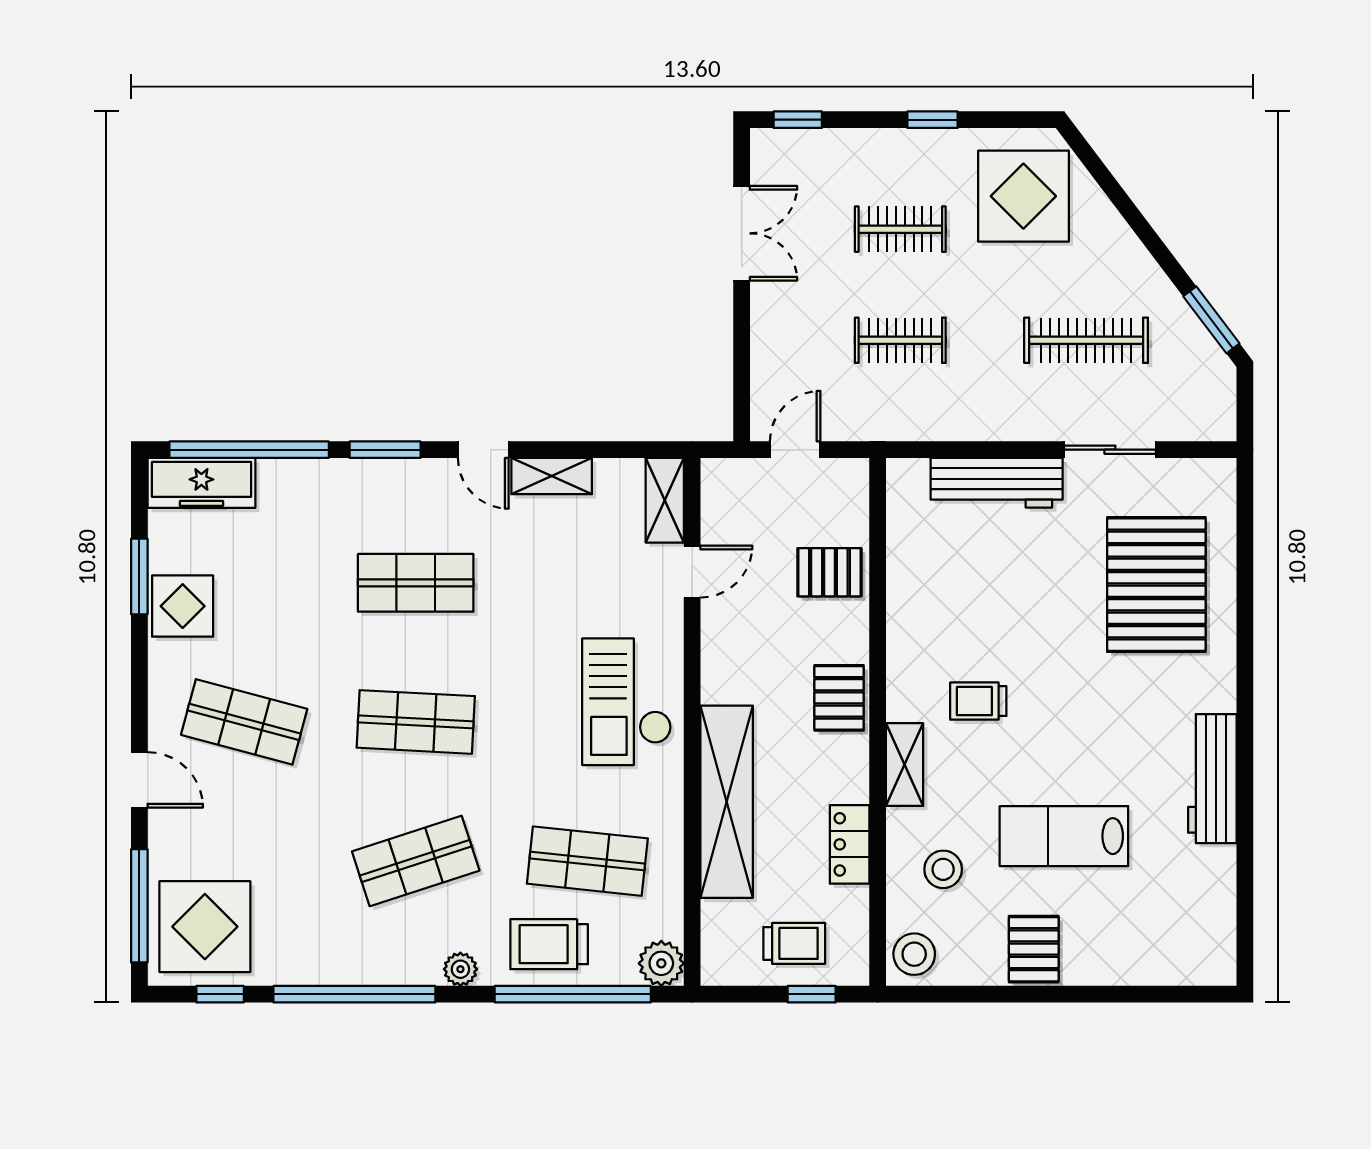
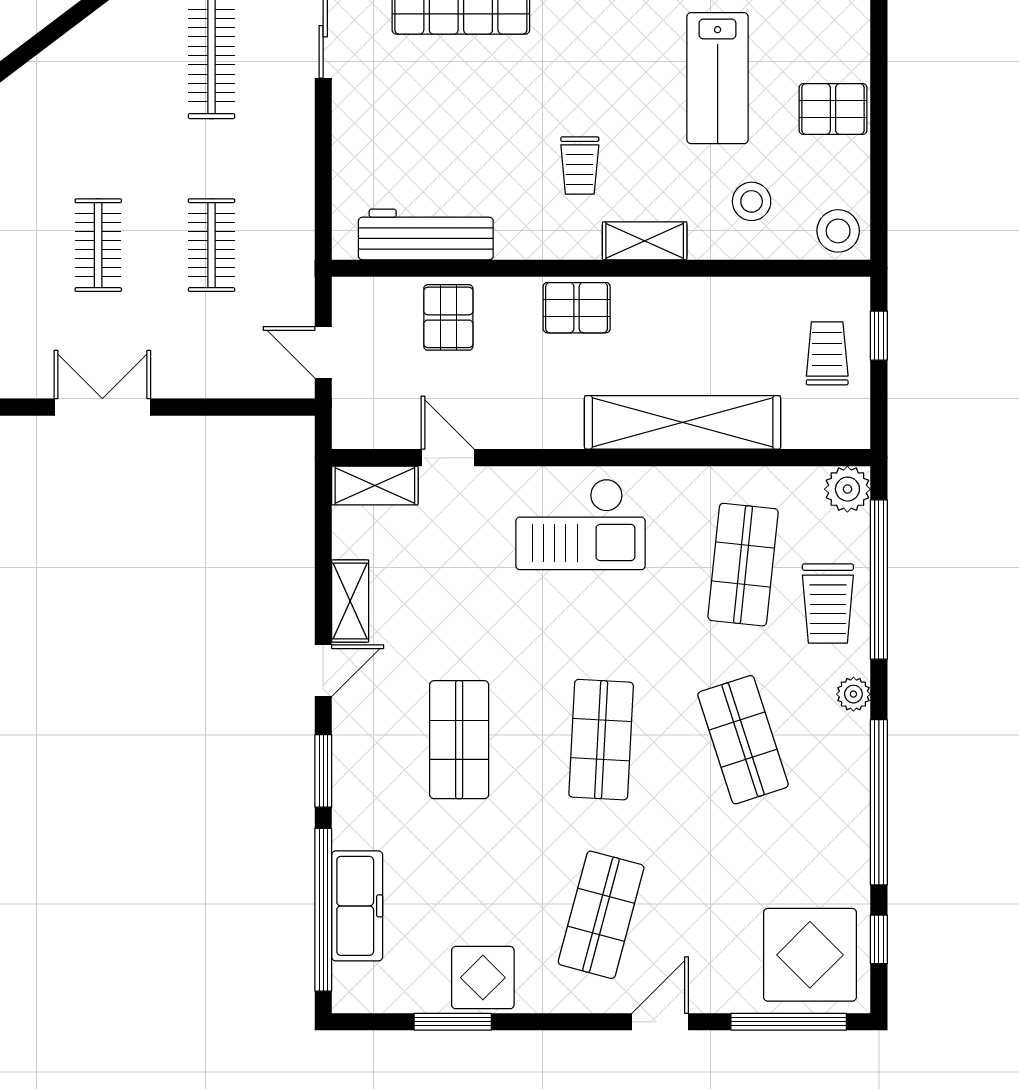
display table: (1023, 196) -> (65, 119), removed
freezer: (201, 483) -> (357, 906), moved
workbench: (997, 483) -> (426, 234), moved, turned -90
locker: (850, 844) -> (726, 297), removed

